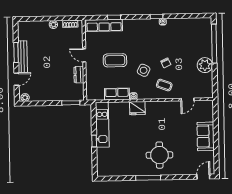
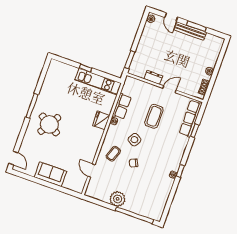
round table: (159, 155) -> (49, 124), turned 31

